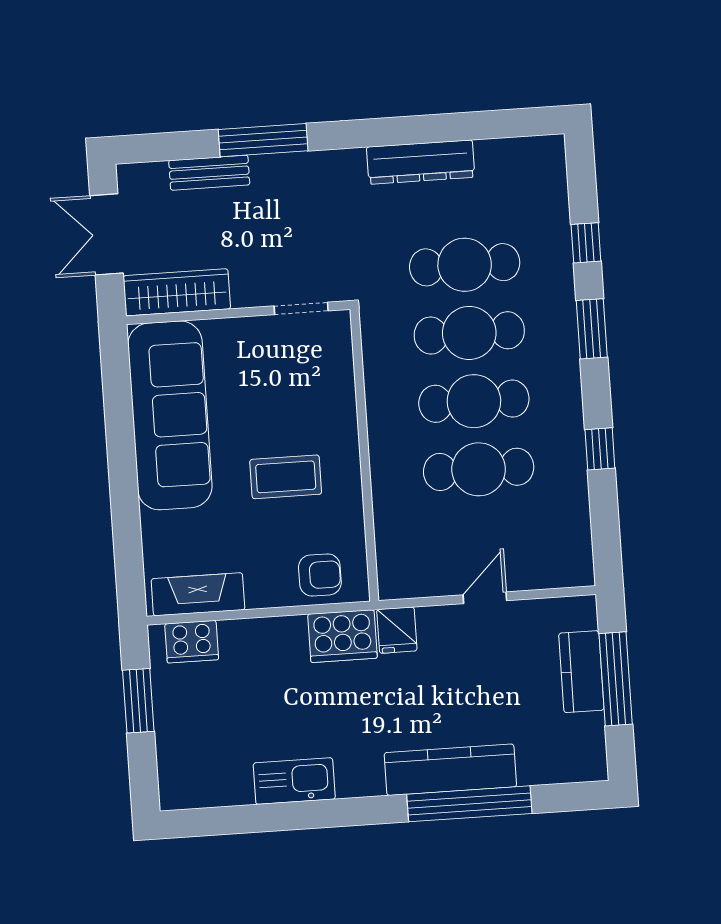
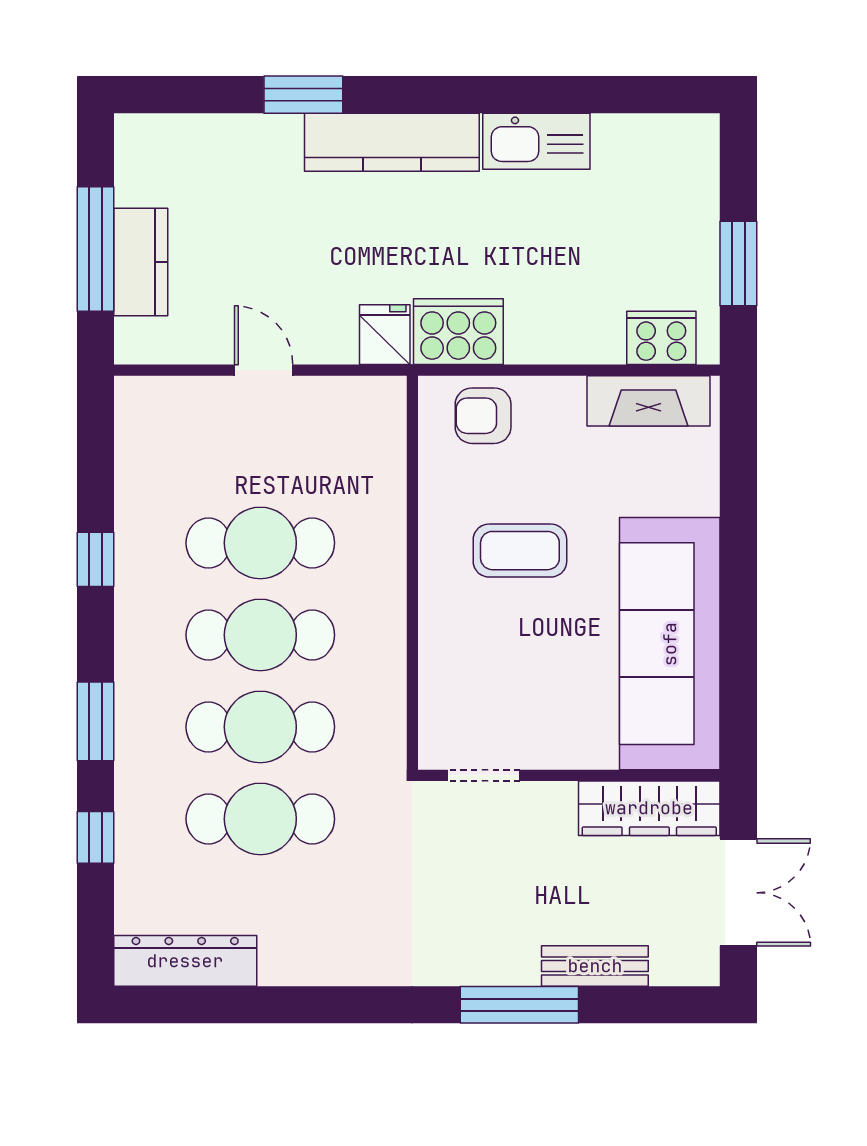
dresser: (421, 162) -> (185, 961), moved
door: (485, 598) -> (264, 370), swing flipped
kitchen counter: (450, 770) -> (392, 142), moved
window: (469, 804) -> (303, 95), width x0.47

